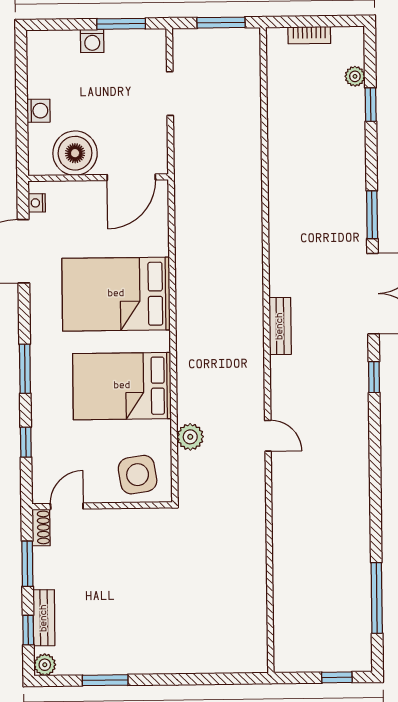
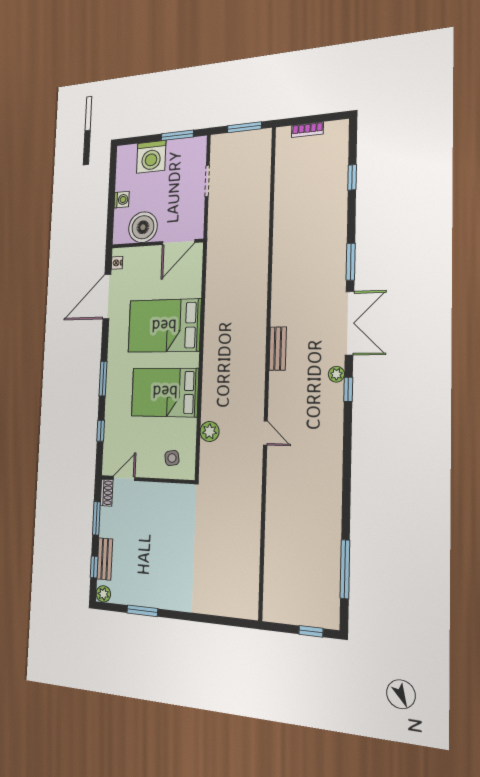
washing machine: (92, 41) -> (151, 157), width x1.89, depth x1.89
plant: (355, 76) -> (336, 374), moved
side table: (138, 475) -> (172, 458), width x0.54, depth x0.54

